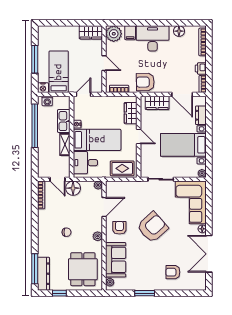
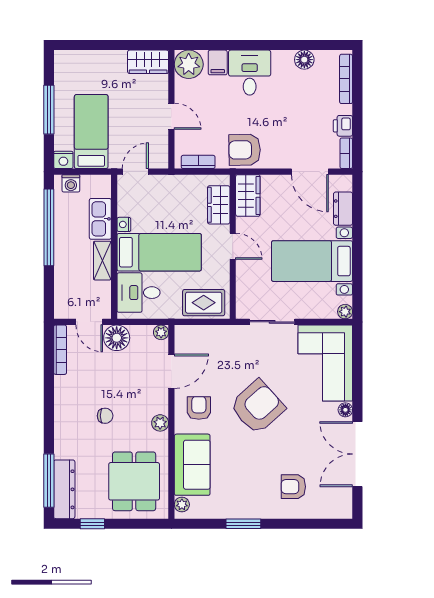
desk: (153, 38) -> (250, 73), width x0.73
wardrobe: (157, 103) -> (248, 195), moved, turned -90

